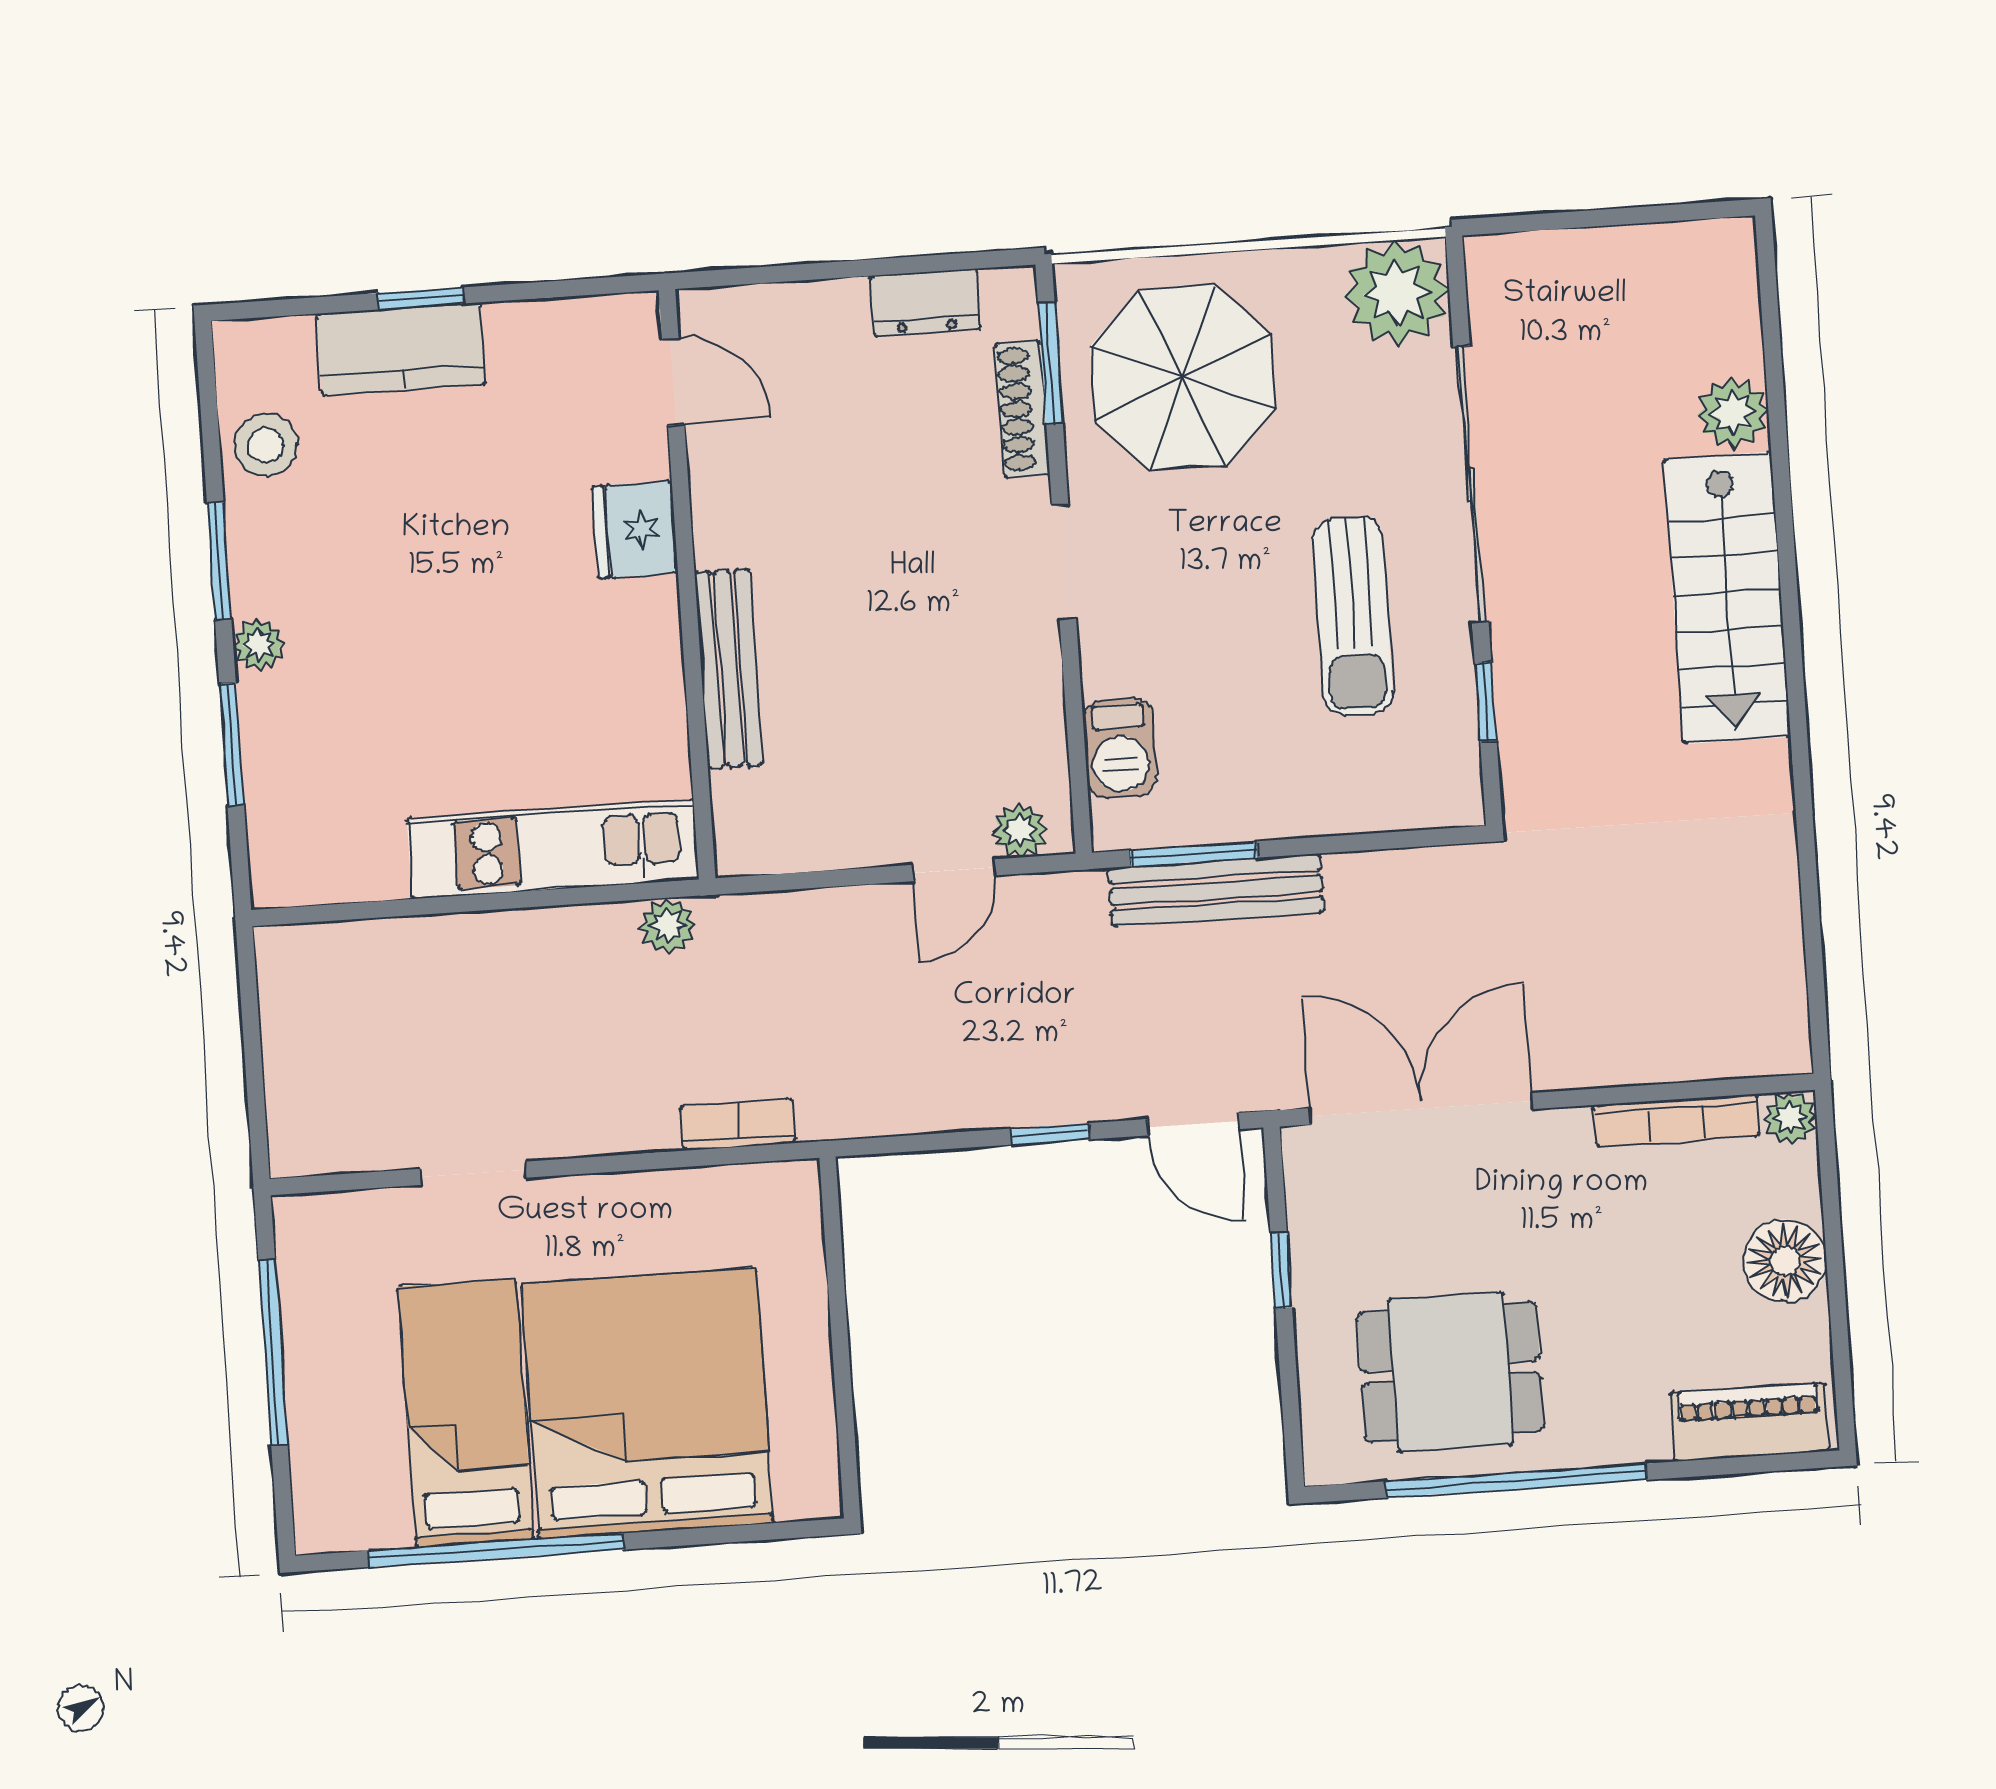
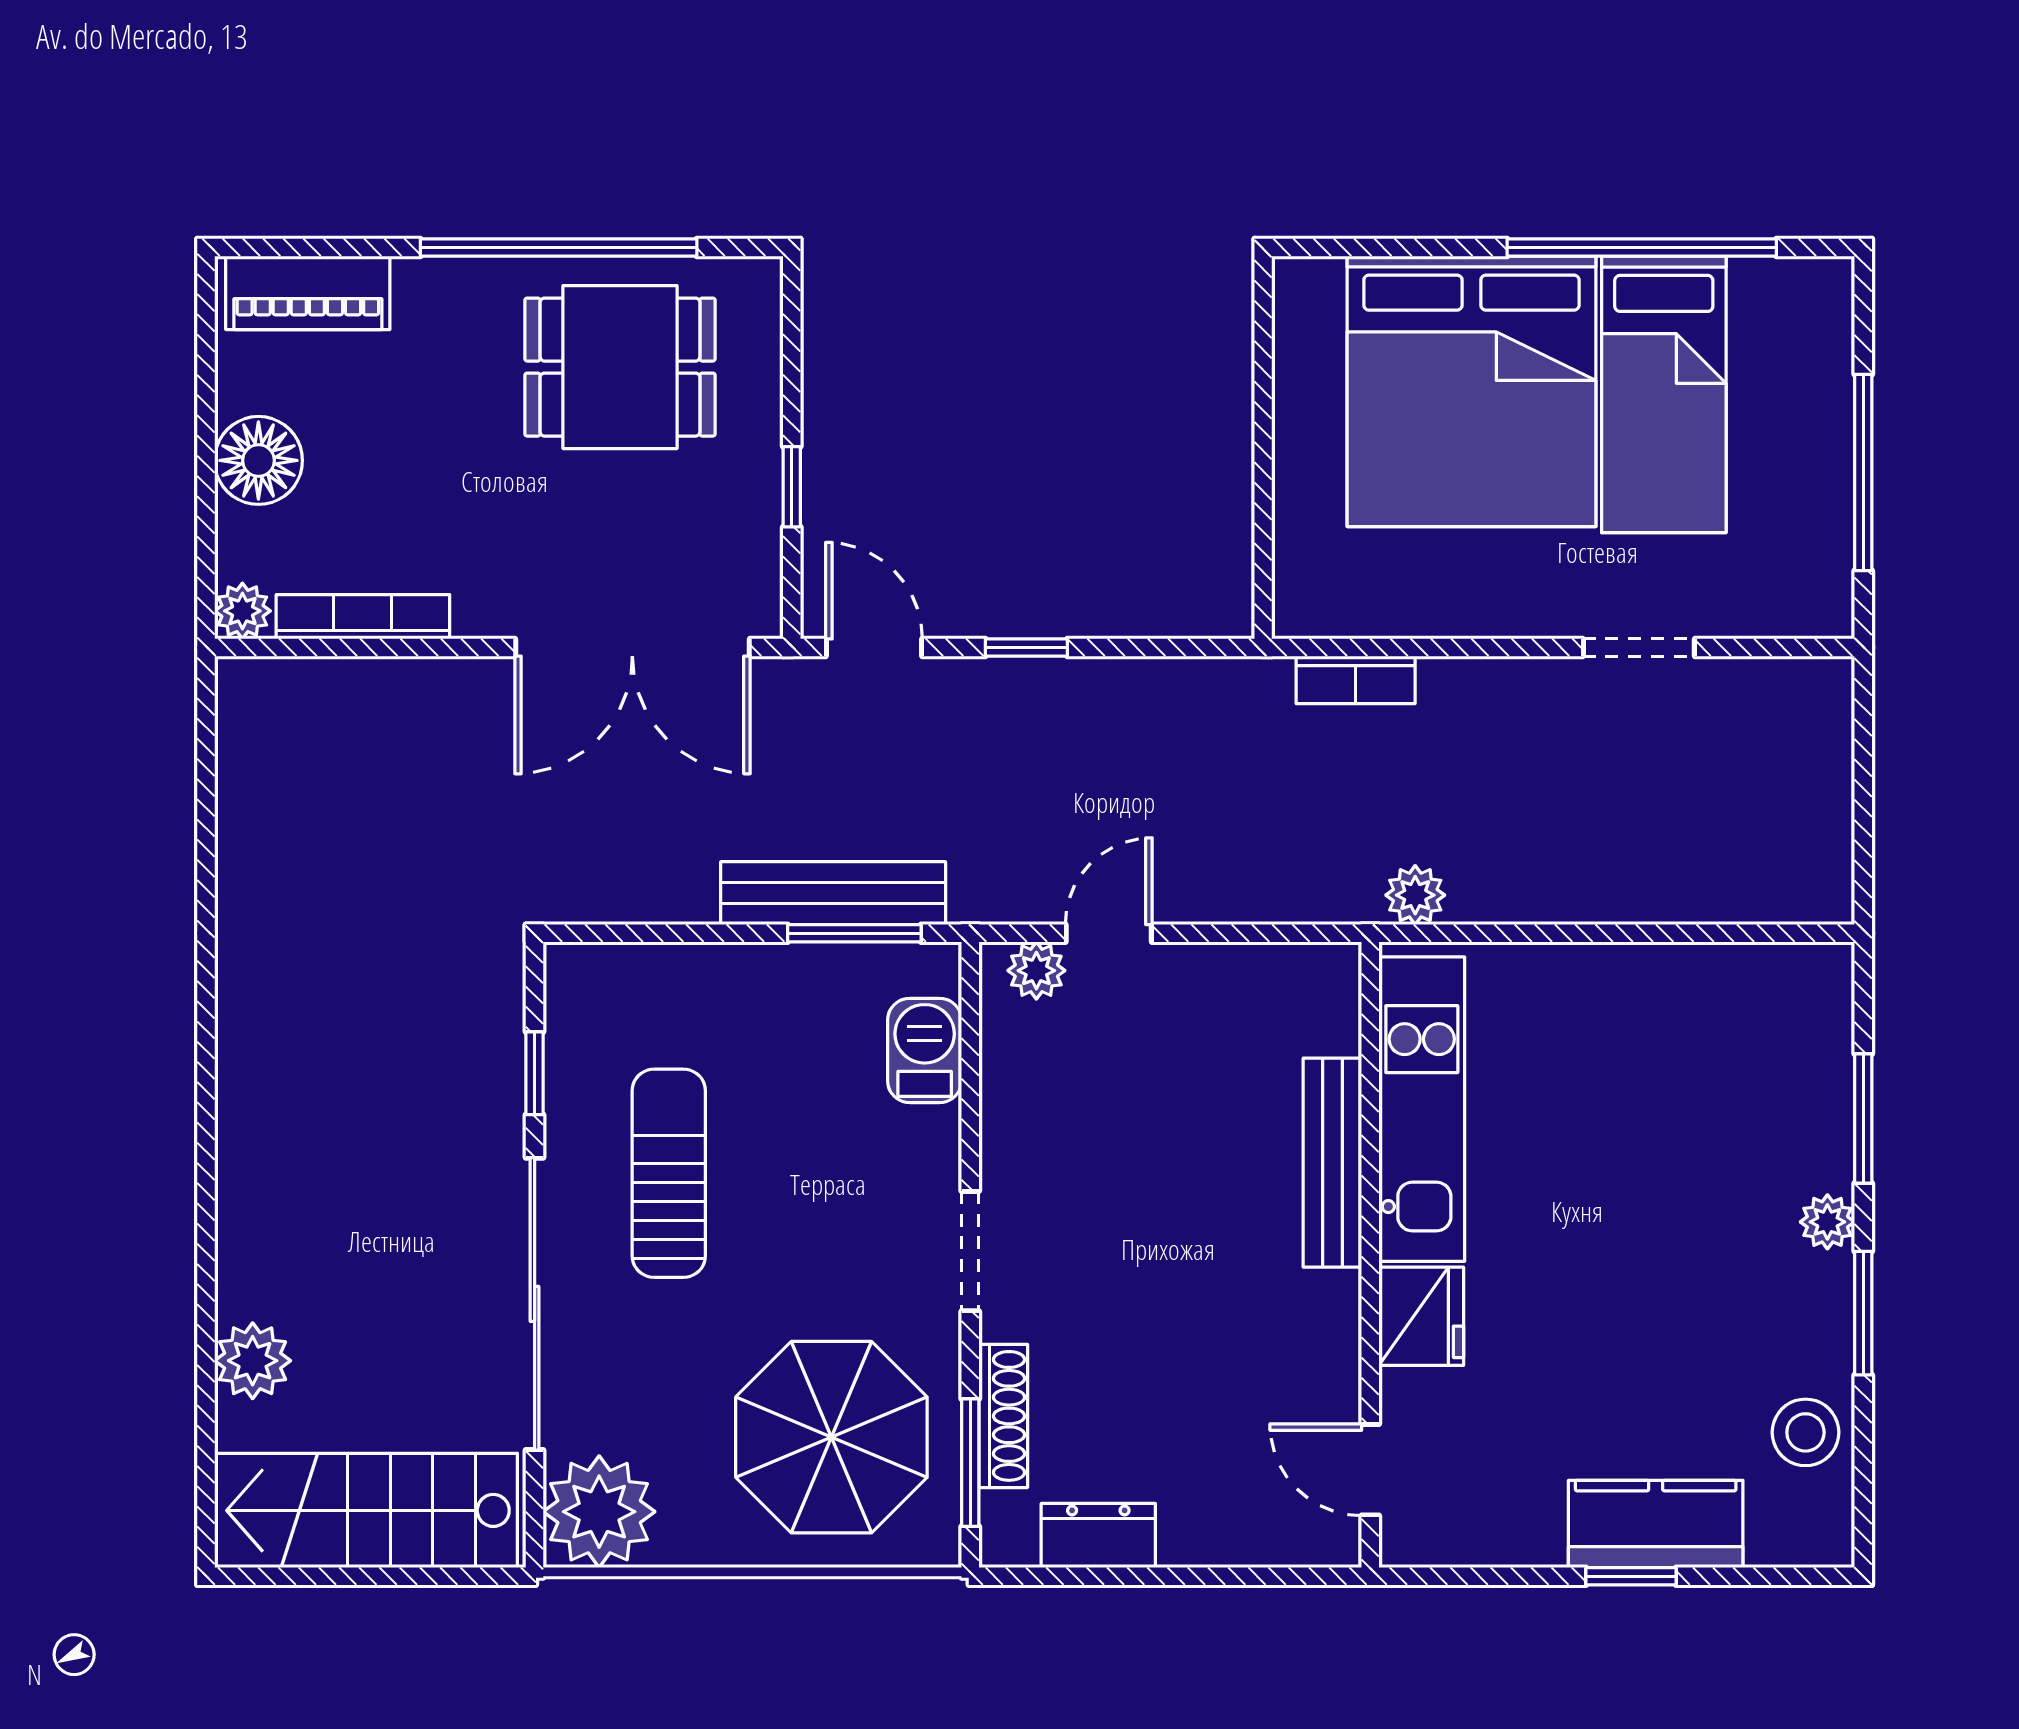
stairs: (1727, 598) -> (366, 1510), moved, turned -90
kitchen unit: (553, 849) -> (1422, 1109), moved, turned -90

